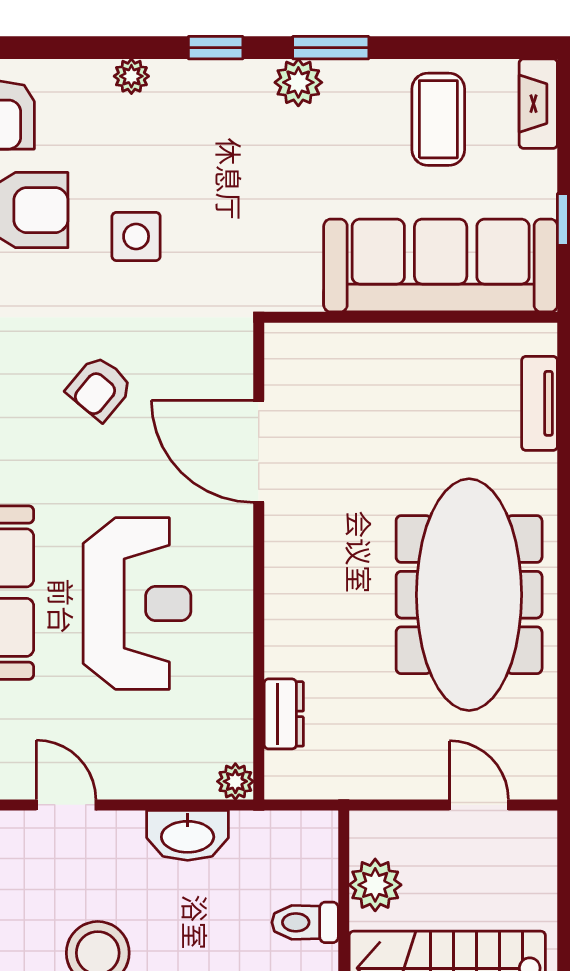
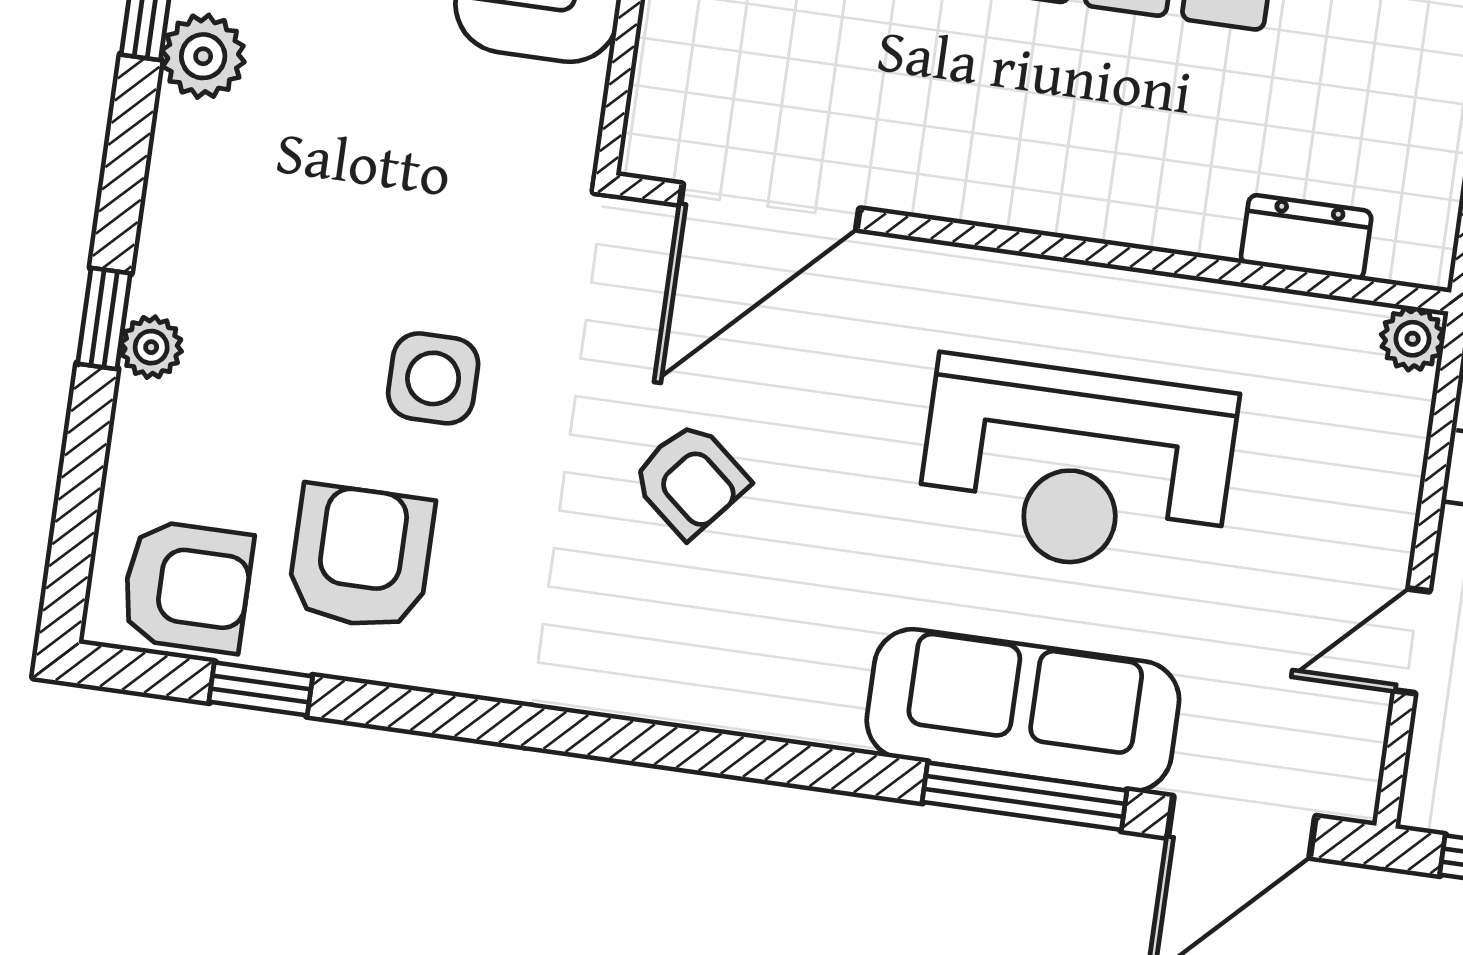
window: (216, 48) -> (104, 318), moved
door: (259, 451) -> (770, 207), moved
reception desk: (137, 604) -> (1076, 467), turned 180

